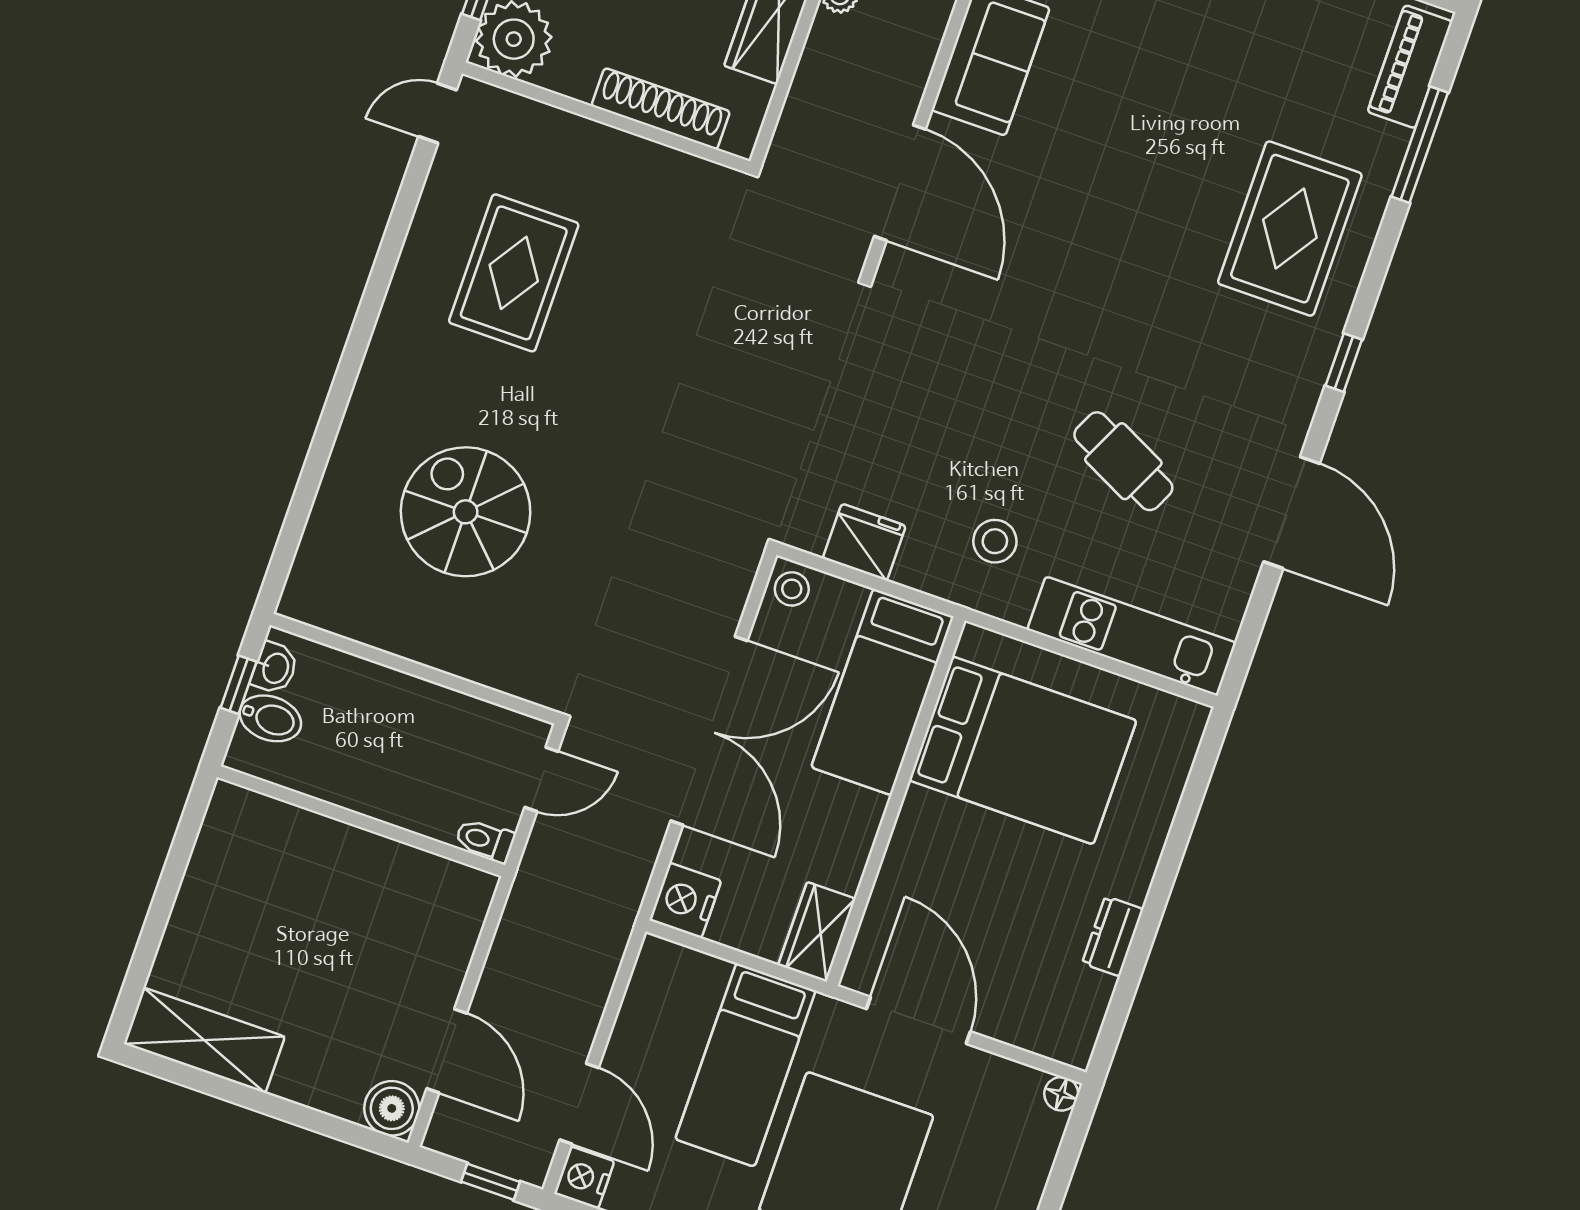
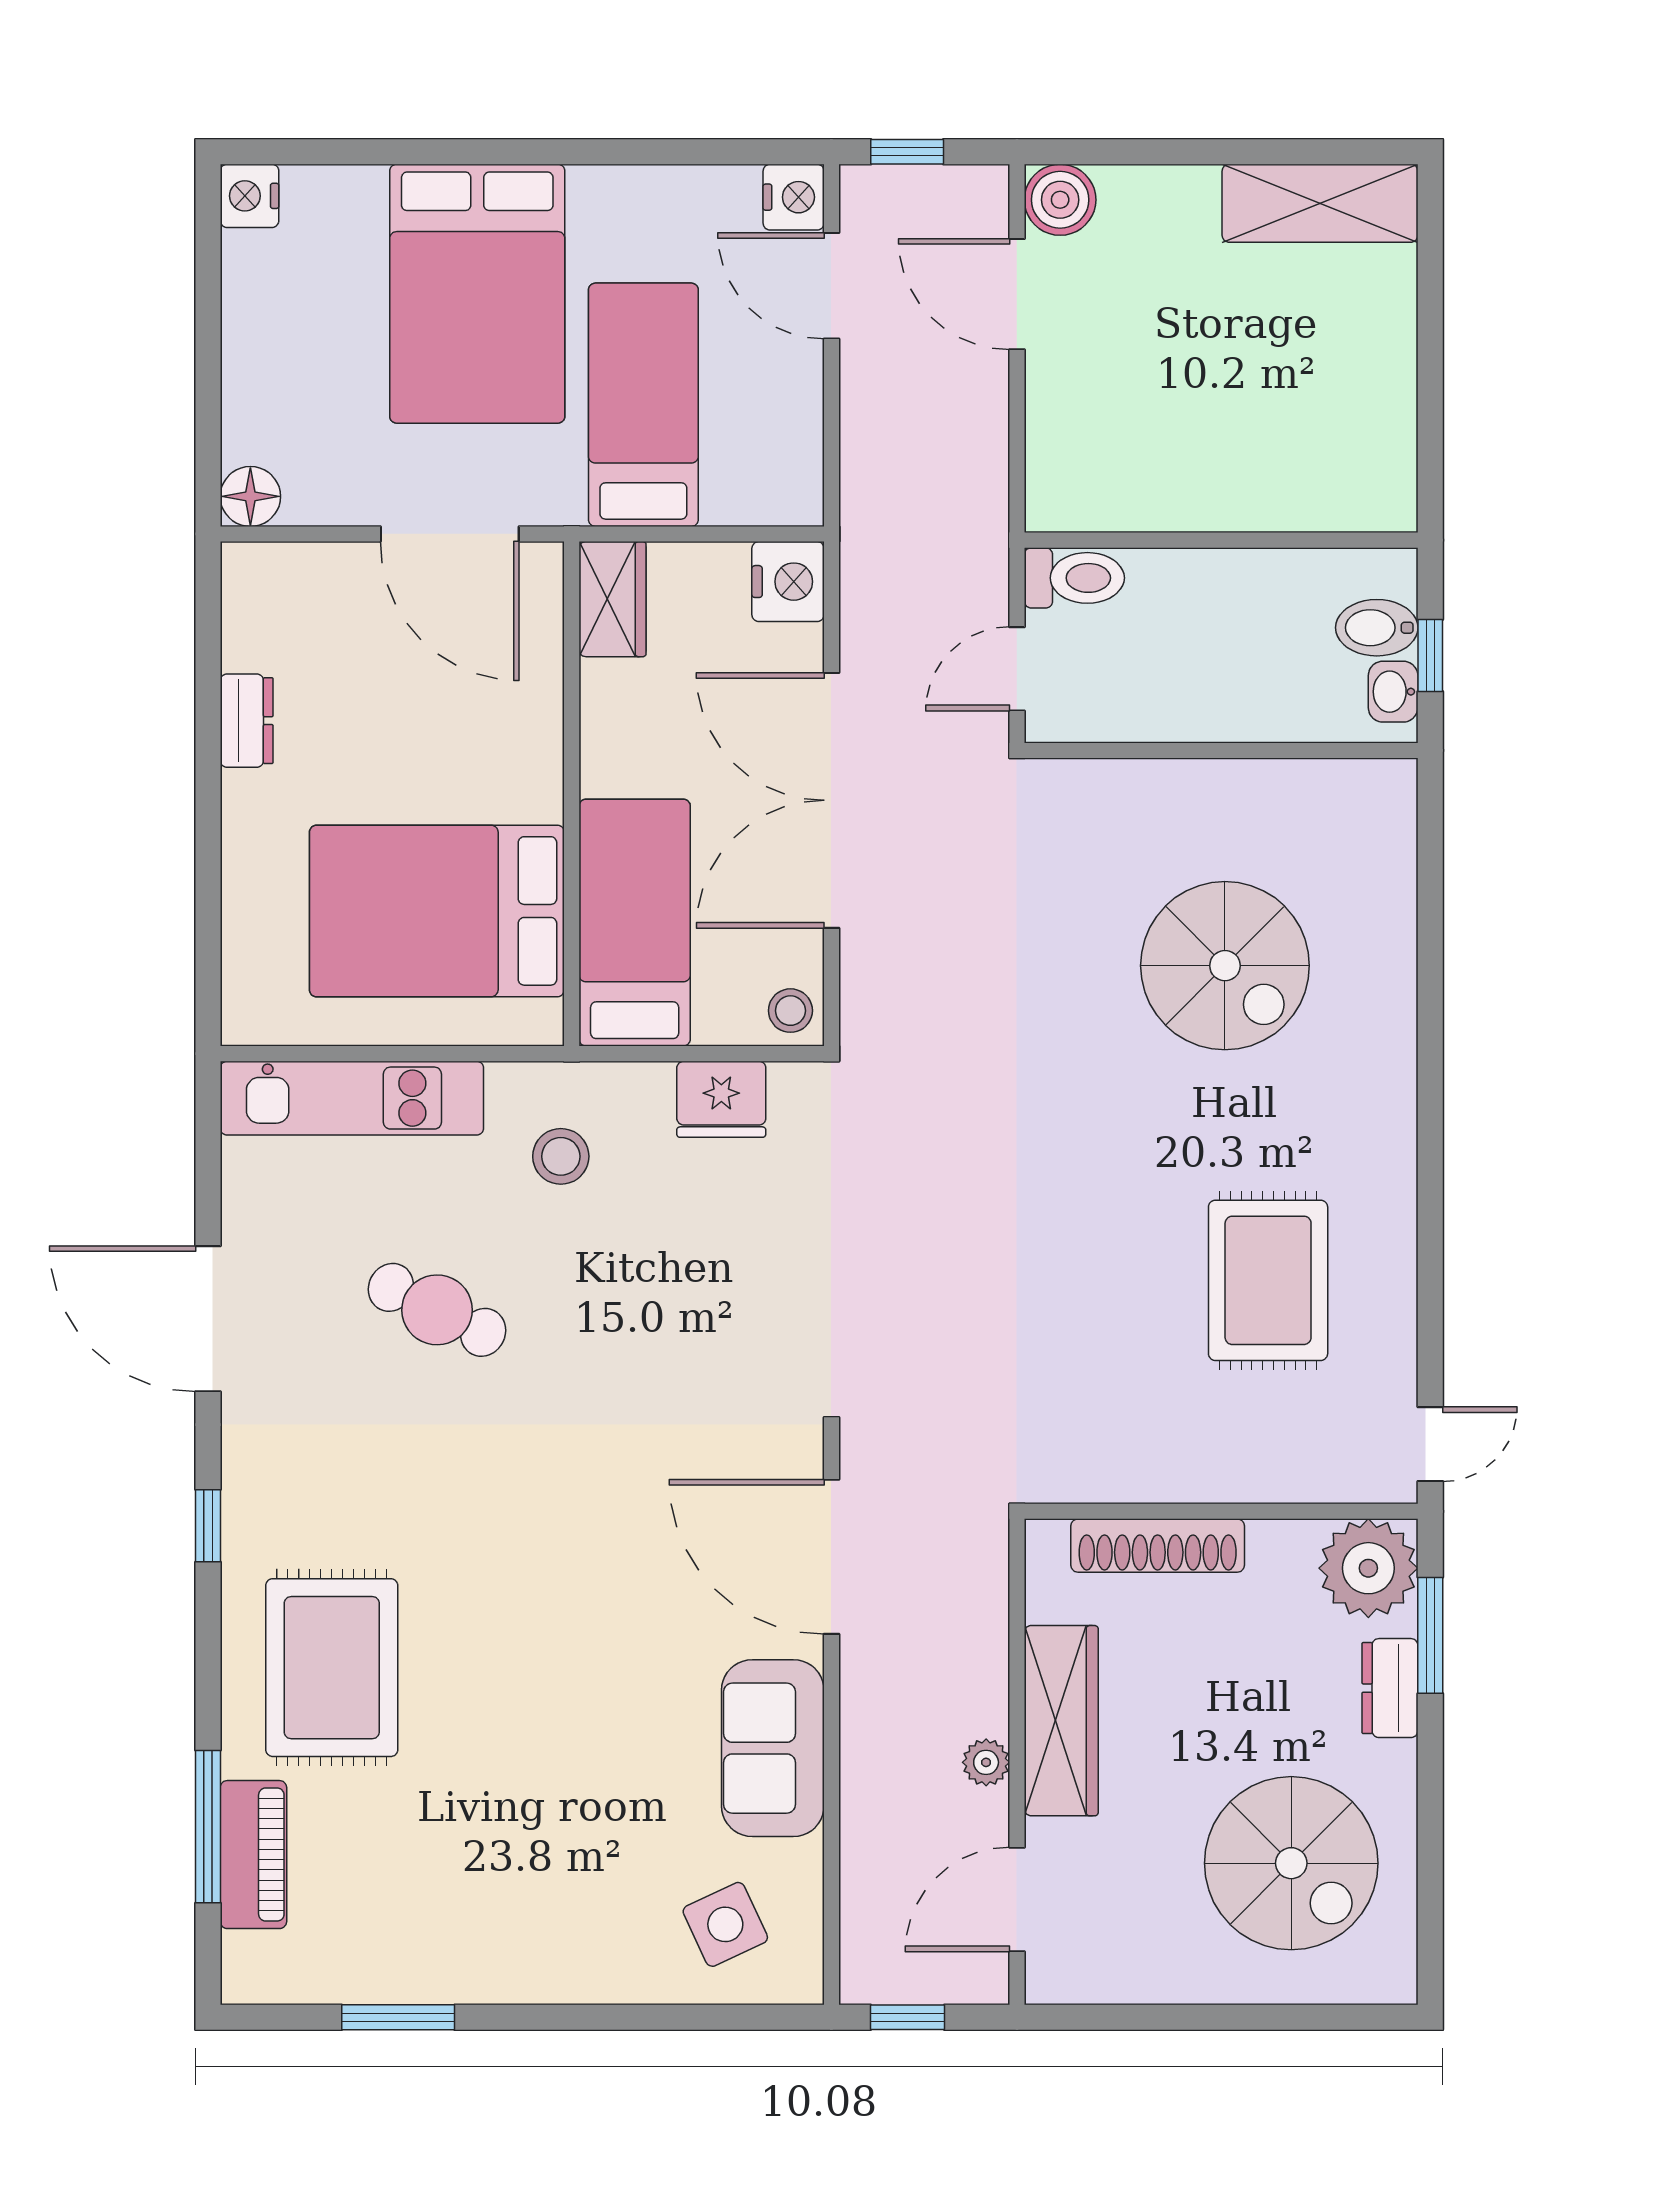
piano: (1410, 67) -> (253, 1855), moved
toilet: (485, 840) -> (1074, 578), width x1.37, depth x1.39
floor lamp: (1061, 1094) -> (250, 496), width x1.37, depth x1.37

